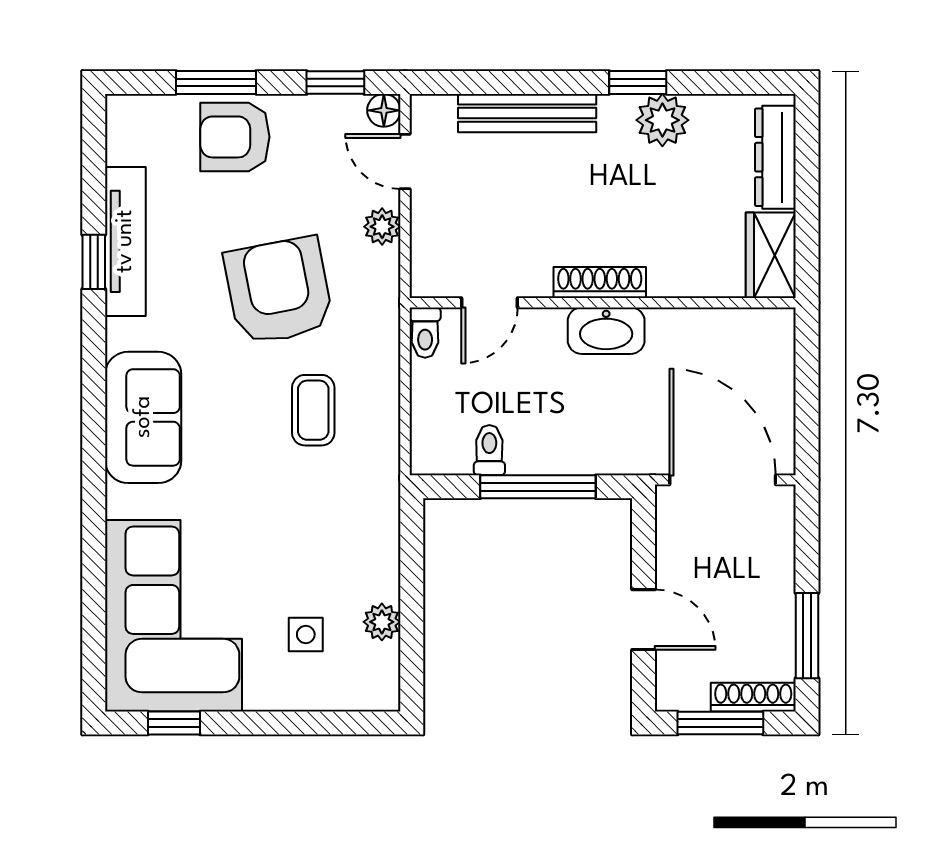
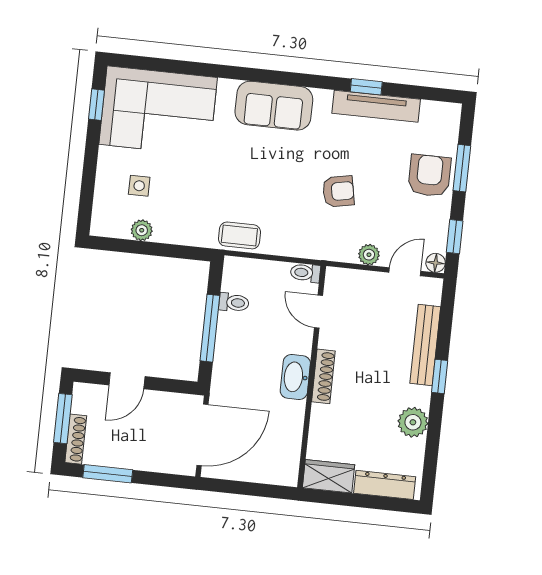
window: (638, 82) -> (440, 376), moved
armchair: (279, 291) -> (338, 191), width x0.53, depth x0.53
coffee table: (313, 410) -> (239, 235), moved

